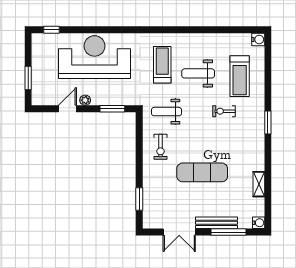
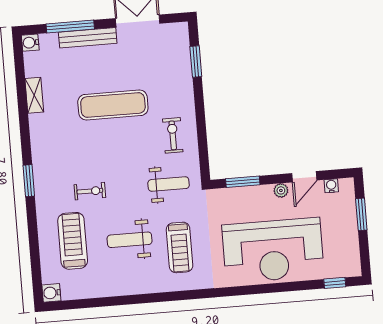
weight bench: (198, 73) -> (130, 240), turned 180
water cooler: (48, 101) -> (331, 186), added

